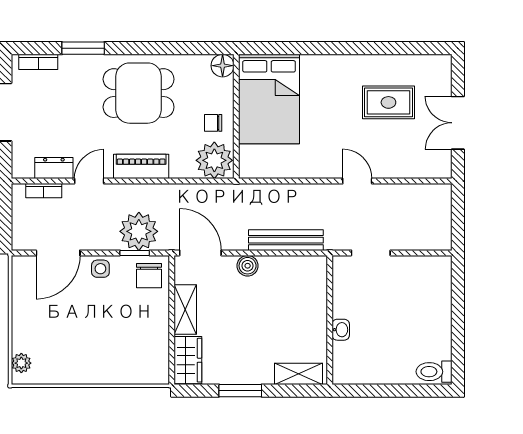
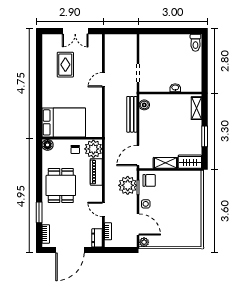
piano: (141, 166) -> (96, 172), moved
dresser: (54, 168) -> (97, 238), moved
boiler: (248, 266) -> (144, 105), moved
plant: (21, 363) -> (144, 242), moved

